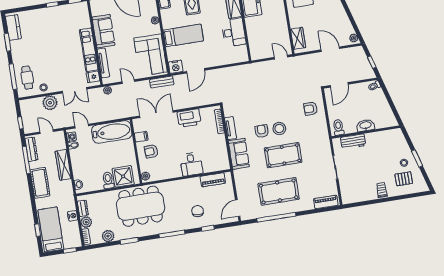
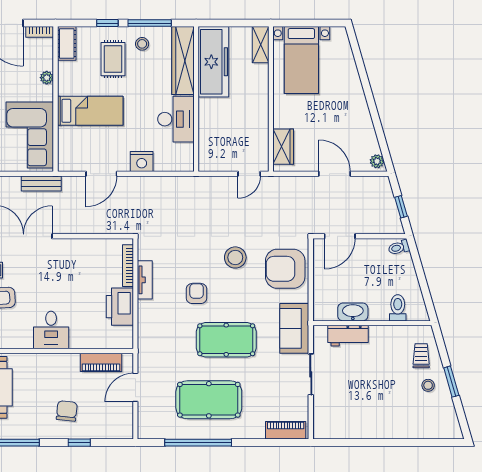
door: (281, 57) -> (249, 174), swing flipped
nightstand: (176, 67) -> (142, 162), moved
armchair: (311, 109) -> (285, 269), width x1.88, depth x1.88
printer: (189, 118) -> (120, 307), moved, turned 90
washbasin: (366, 125) -> (353, 312), moved
toilet: (338, 127) -> (398, 308), moved
stool: (279, 129) -> (235, 257), moved
sofa: (239, 154) -> (294, 328), moved, turned 180
desk: (191, 164) -> (51, 330), moved
pallet: (404, 179) -> (423, 412), removed
trolley: (382, 190) -> (421, 356), moved
door: (238, 208) -> (135, 387), moved

